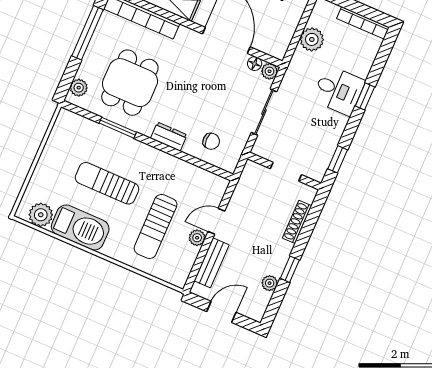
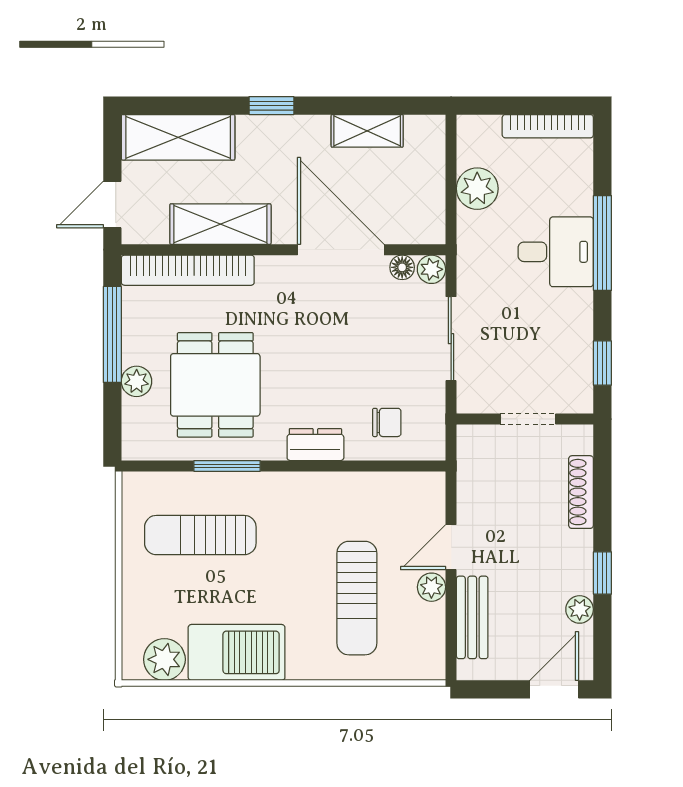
plant: (79, 88) -> (137, 381), moved
window: (365, 96) -> (602, 243), width x2.17
sun lounger: (107, 183) -> (200, 535), moved
door: (221, 312) -> (554, 689), moved

